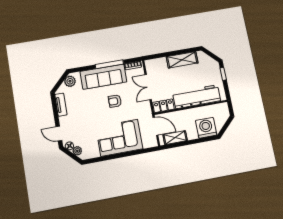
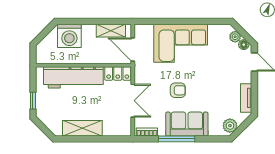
sofa: (103, 77) -> (187, 124), width x0.73

